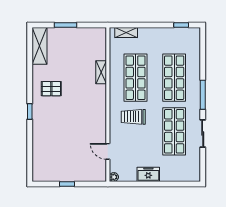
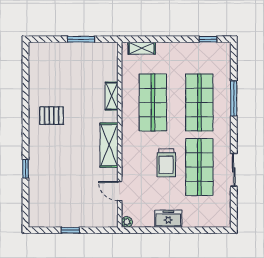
window: (65, 25) -> (81, 39), moved
shelving: (39, 46) -> (109, 145), moved
window: (203, 95) -> (234, 98), moved
window: (30, 112) -> (26, 169), moved
trolley: (133, 117) -> (166, 163), moved, turned -90

